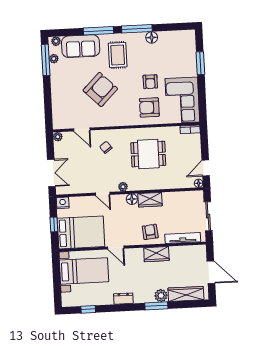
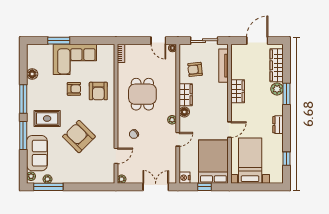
floor lamp: (152, 37) -> (32, 74), moved
corner sofa: (182, 100) -> (75, 59), moved
armchair: (150, 232) -> (195, 69), moved

